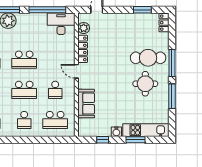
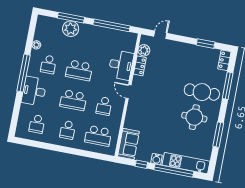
desk: (61, 24) -> (121, 65), moved, turned 90
locker: (83, 49) -> (140, 66), width x0.66
window: (172, 63) -> (228, 86), moved
sofa: (86, 104) -> (128, 144), moved
window: (136, 140) -> (174, 171), width x2.11

